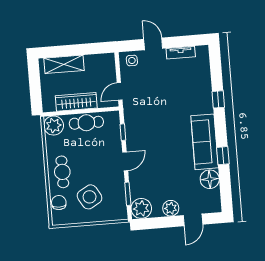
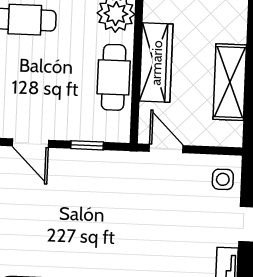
shelving: (64, 64) -> (230, 82), moved

